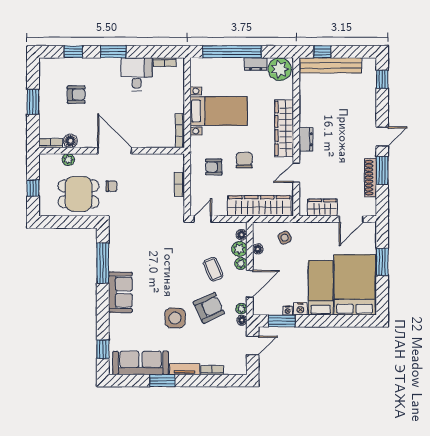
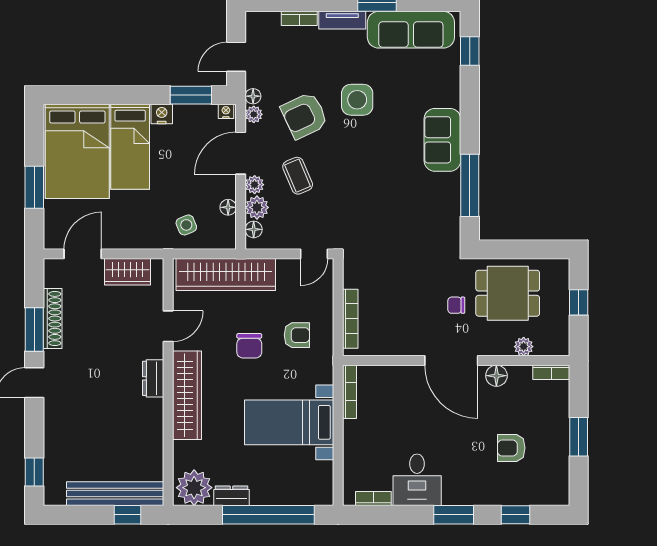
floor lamp: (70, 141) -> (496, 376), moved
bookcase: (179, 184) -> (350, 319), width x1.56
nightstand: (288, 310) -> (226, 111), moved

